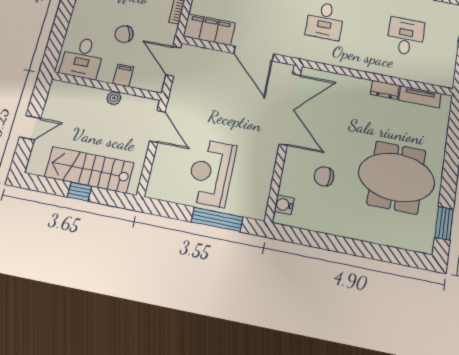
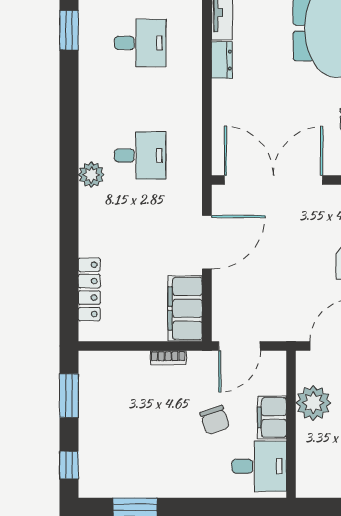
desk: (406, 36) -> (140, 43), turned 180
filing cabinet: (123, 75) -> (272, 418), width x2.00
plant: (114, 98) -> (313, 403), width x1.87, depth x1.87

